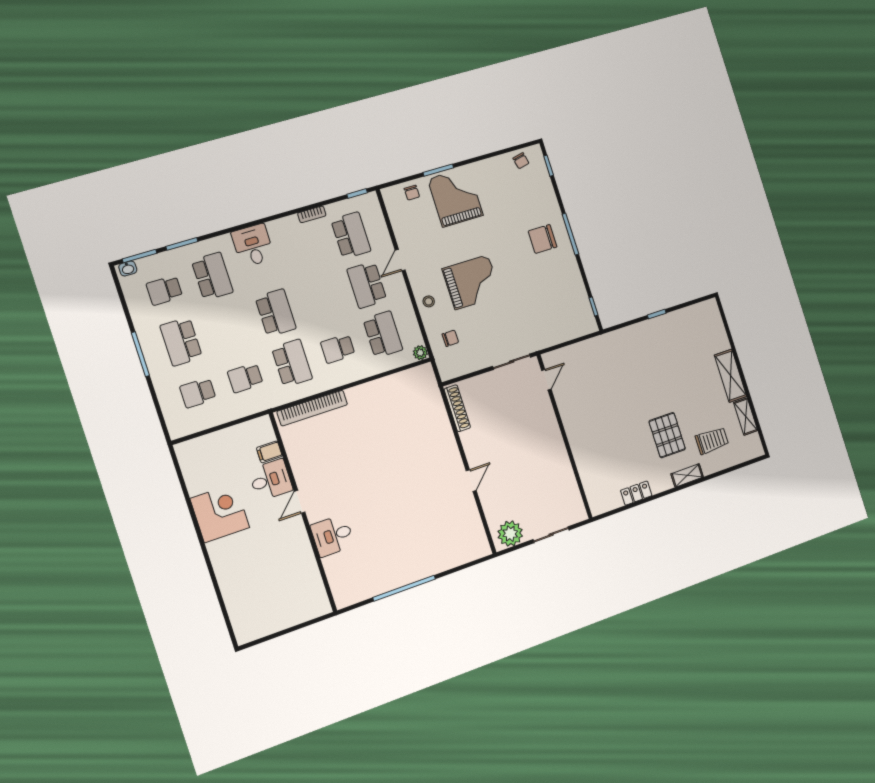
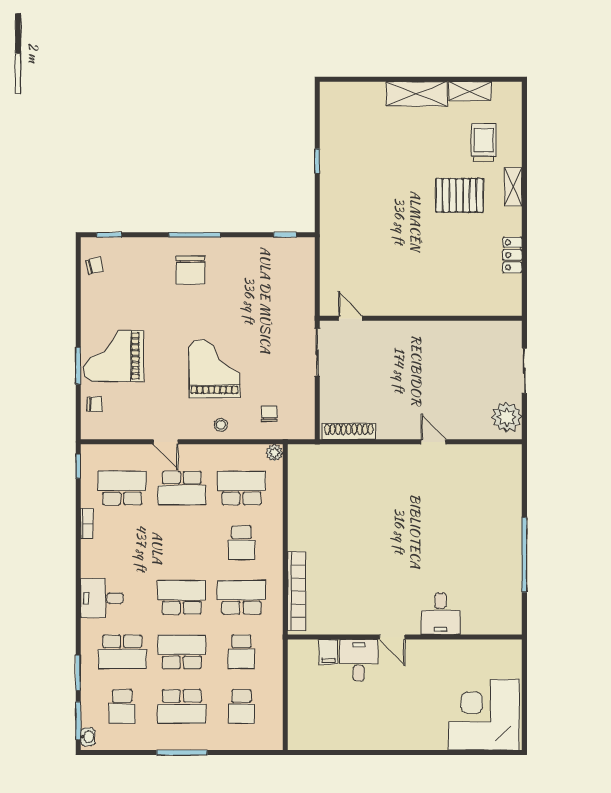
school desk: (212, 276) -> (122, 652), turned 180
school desk: (229, 327) -> (182, 652), added
corner desk: (220, 513) -> (484, 715), moved, width x1.36, depth x1.36

